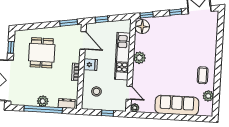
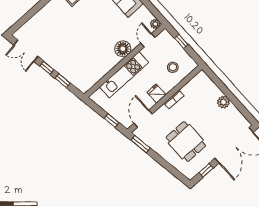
window: (147, 15) -> (63, 81), moved
floor lamp: (142, 27) -> (123, 49), moved
dining table: (42, 53) -> (186, 142), turned 90
plant: (139, 58) -> (112, 60), removed
dresser: (67, 104) -> (206, 81), removed
window: (43, 109) -> (230, 95), removed

